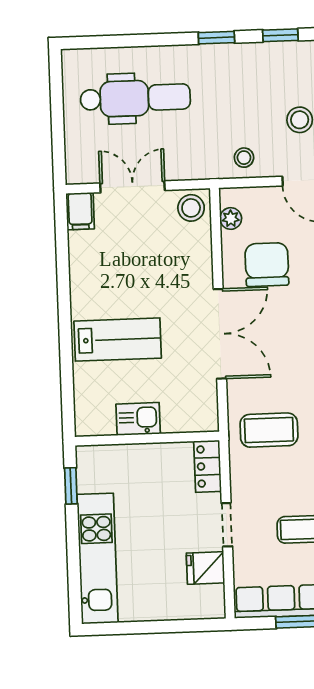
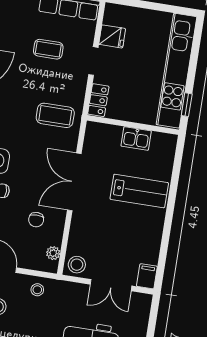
chair: (267, 265) -> (36, 220), width x0.54, depth x0.54
lab bench: (118, 340) -> (139, 191), turned 180
kitchen unit: (97, 559) -> (177, 71), width x1.36

